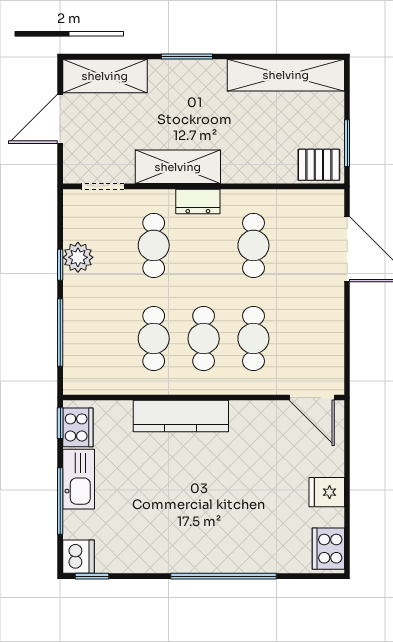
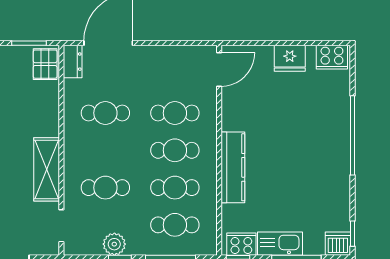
dresser: (198, 202) -> (73, 62), moved
cafe table: (104, 339) -> (175, 225), added
fridge: (327, 492) -> (290, 58), width x1.38

